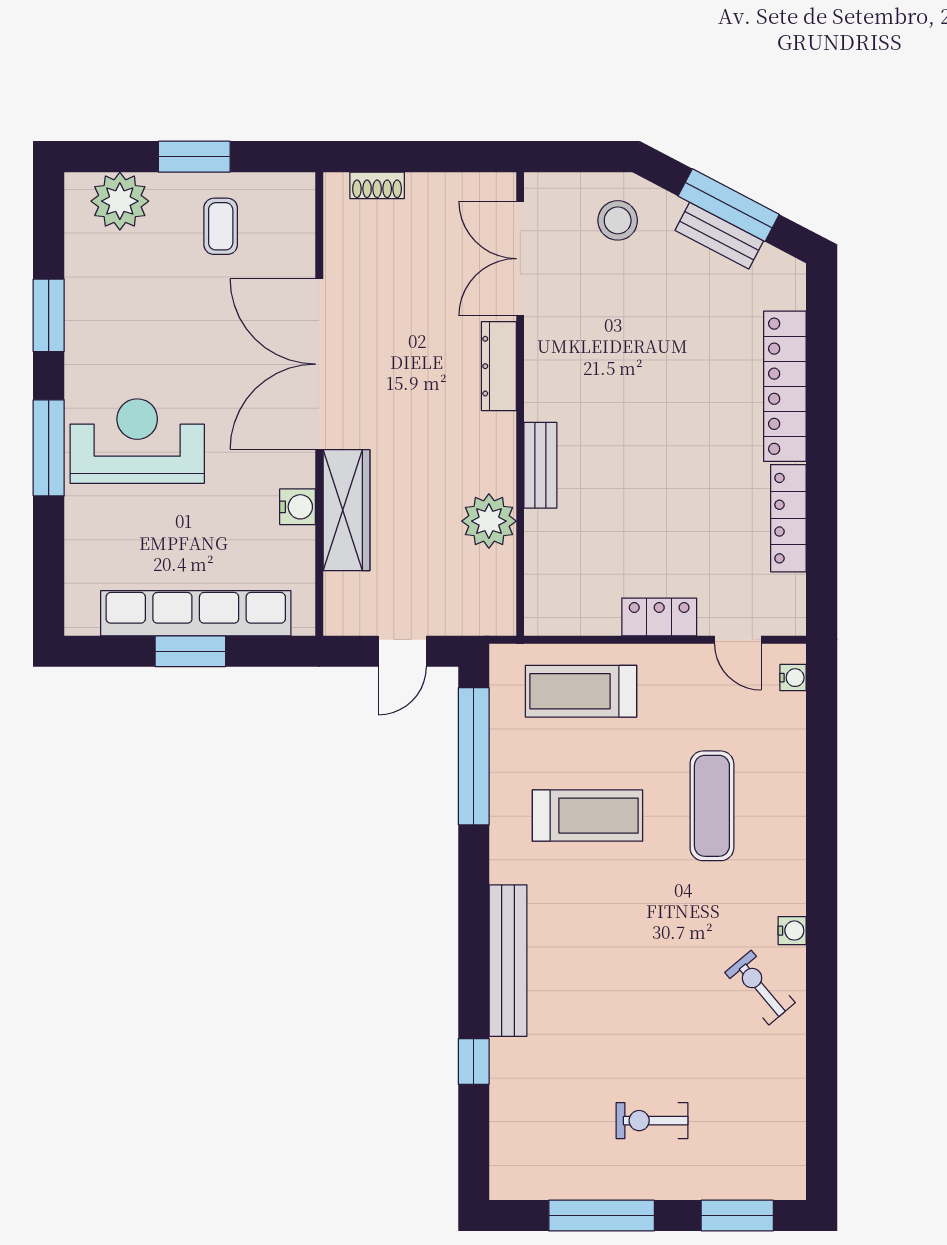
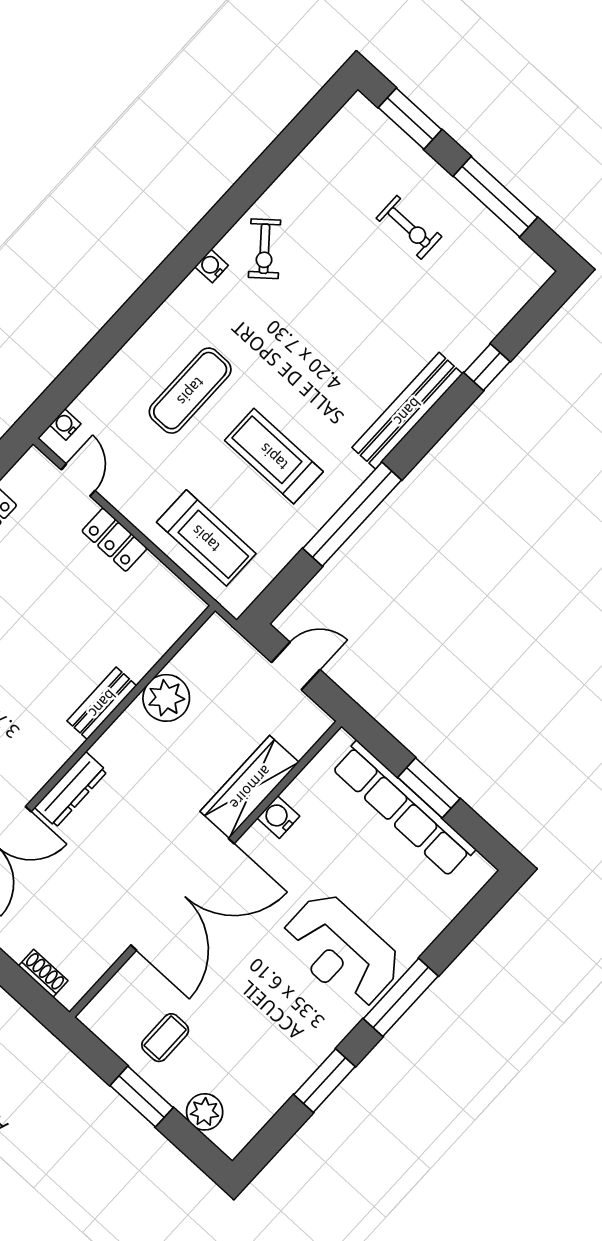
plant: (120, 201) -> (205, 1112), width x0.73, depth x0.73
window: (474, 756) -> (352, 514), moved

